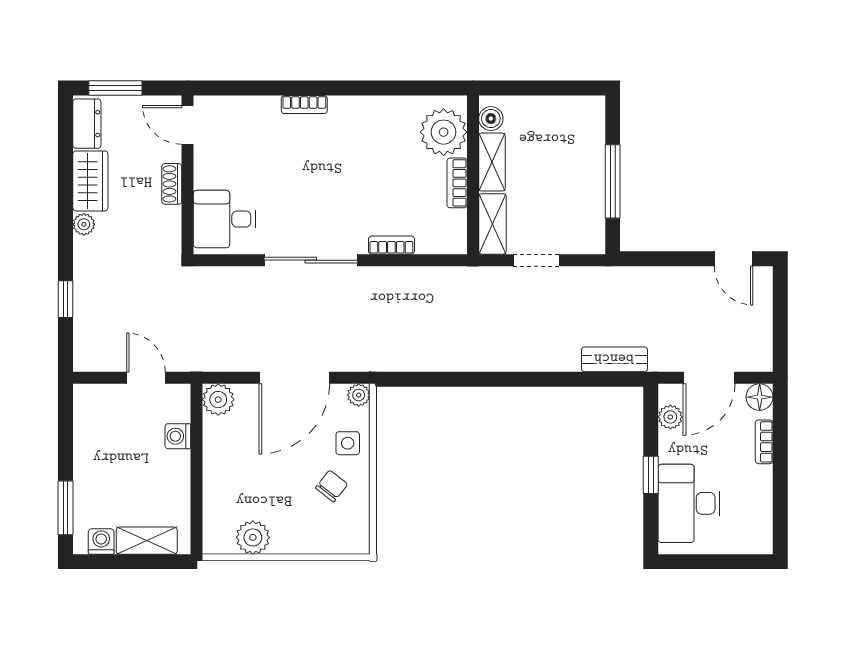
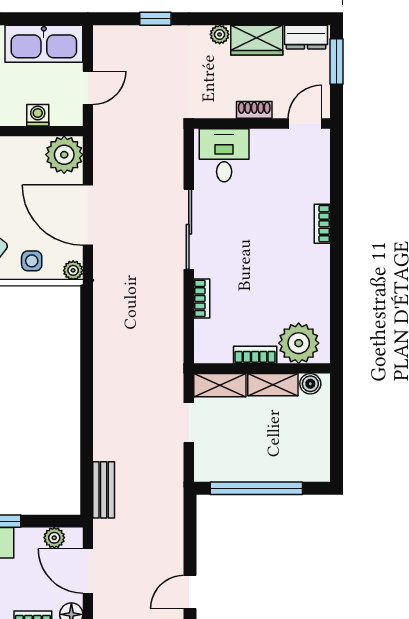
window: (613, 181) -> (256, 488), width x1.46
plant: (218, 400) -> (64, 155), width x1.36, depth x1.36
kitchen sink: (95, 429) -> (44, 44), added

